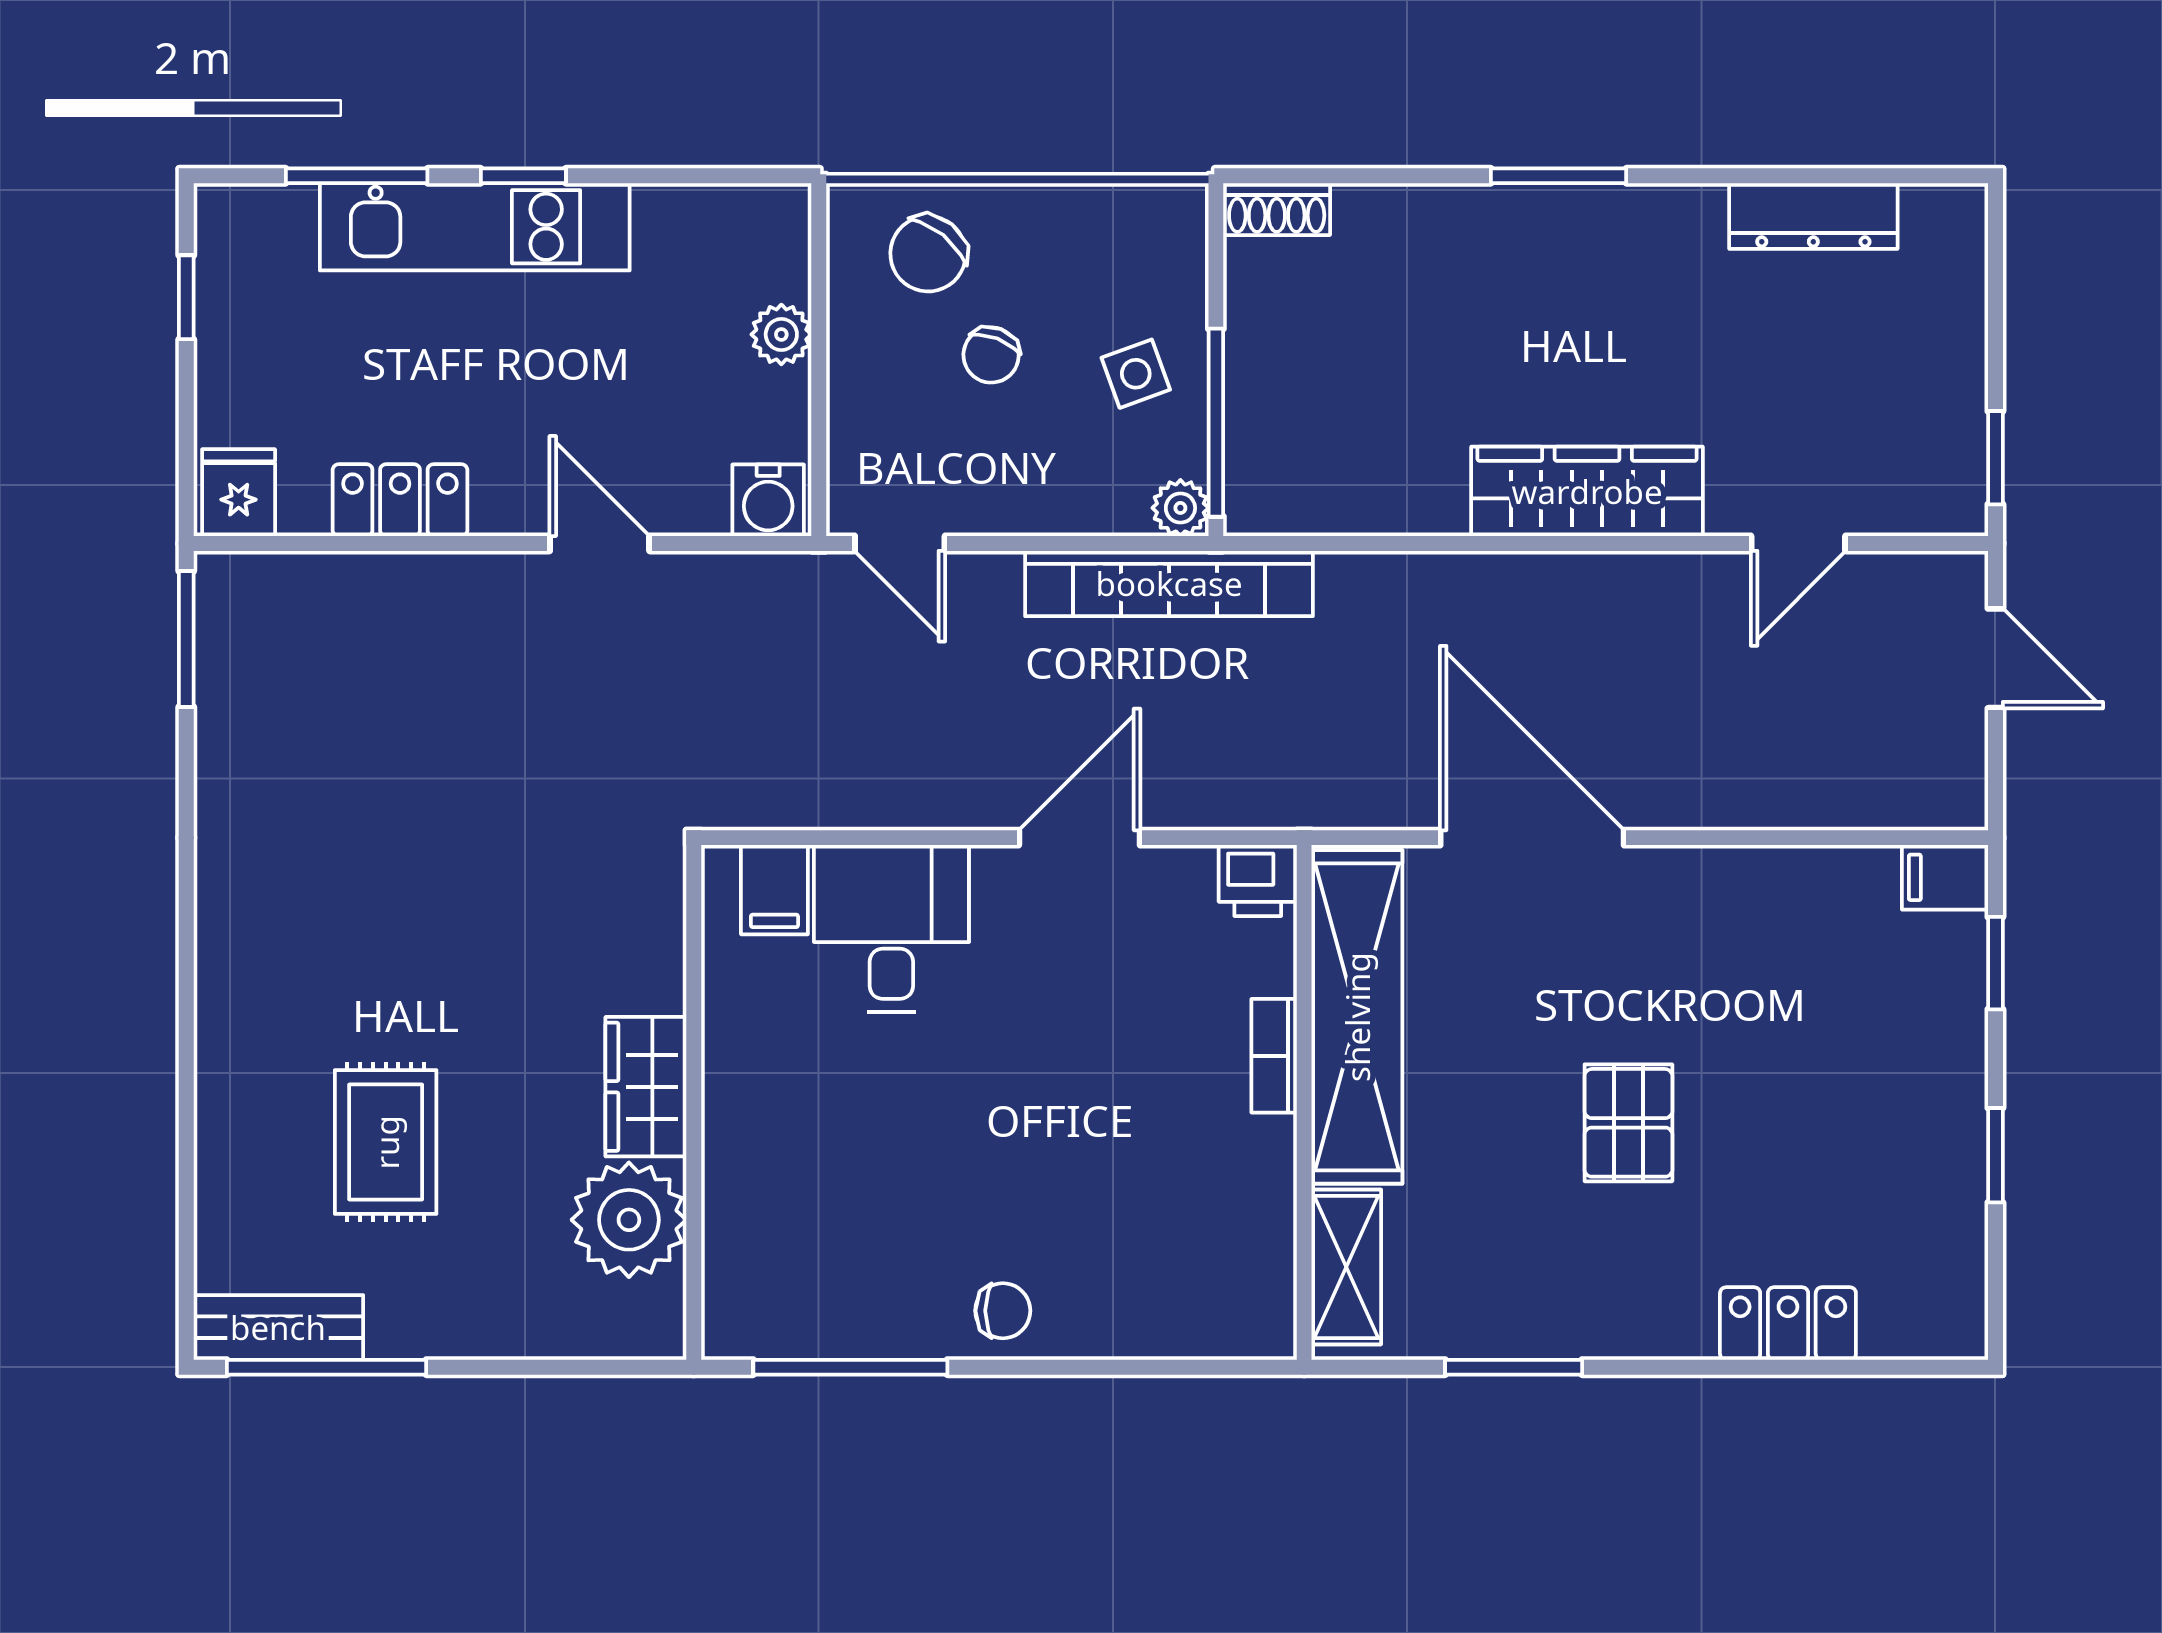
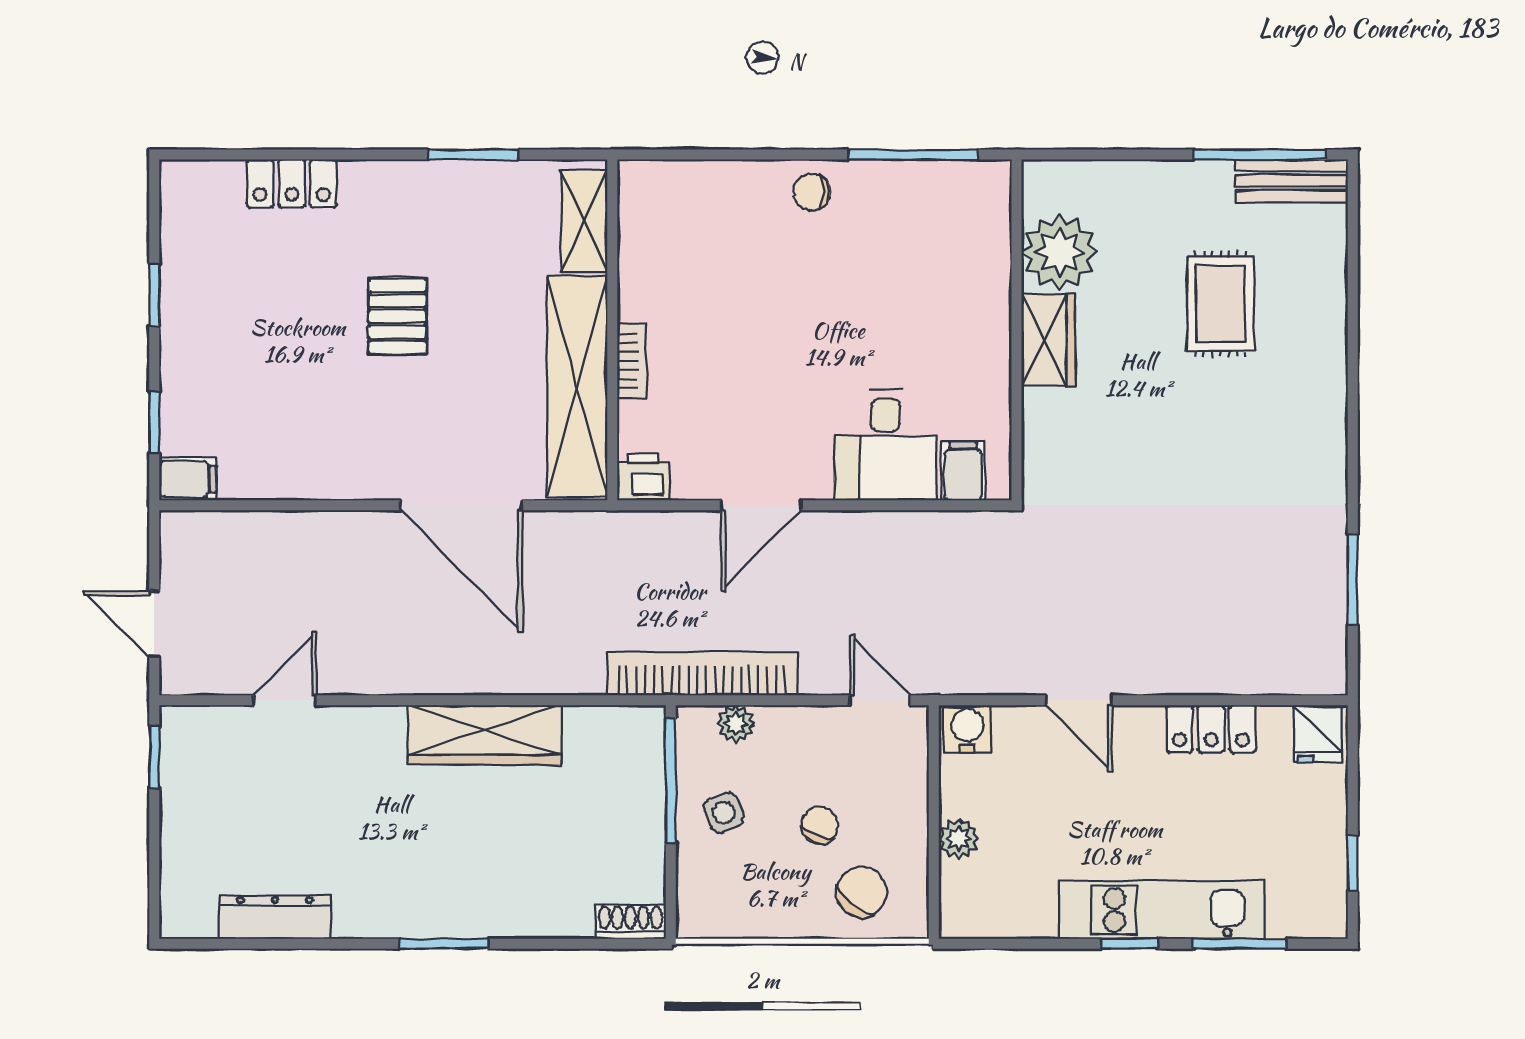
wardrobe: (1587, 491) -> (484, 735), moved
plant: (1180, 508) -> (736, 724), moved
window: (186, 639) -> (1353, 580), moved

